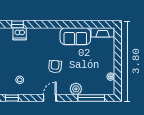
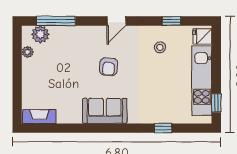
dishwasher: (20, 34) -> (160, 115), removed
sofa: (75, 36) -> (105, 111), moved
plant: (76, 89) -> (40, 34), moved

